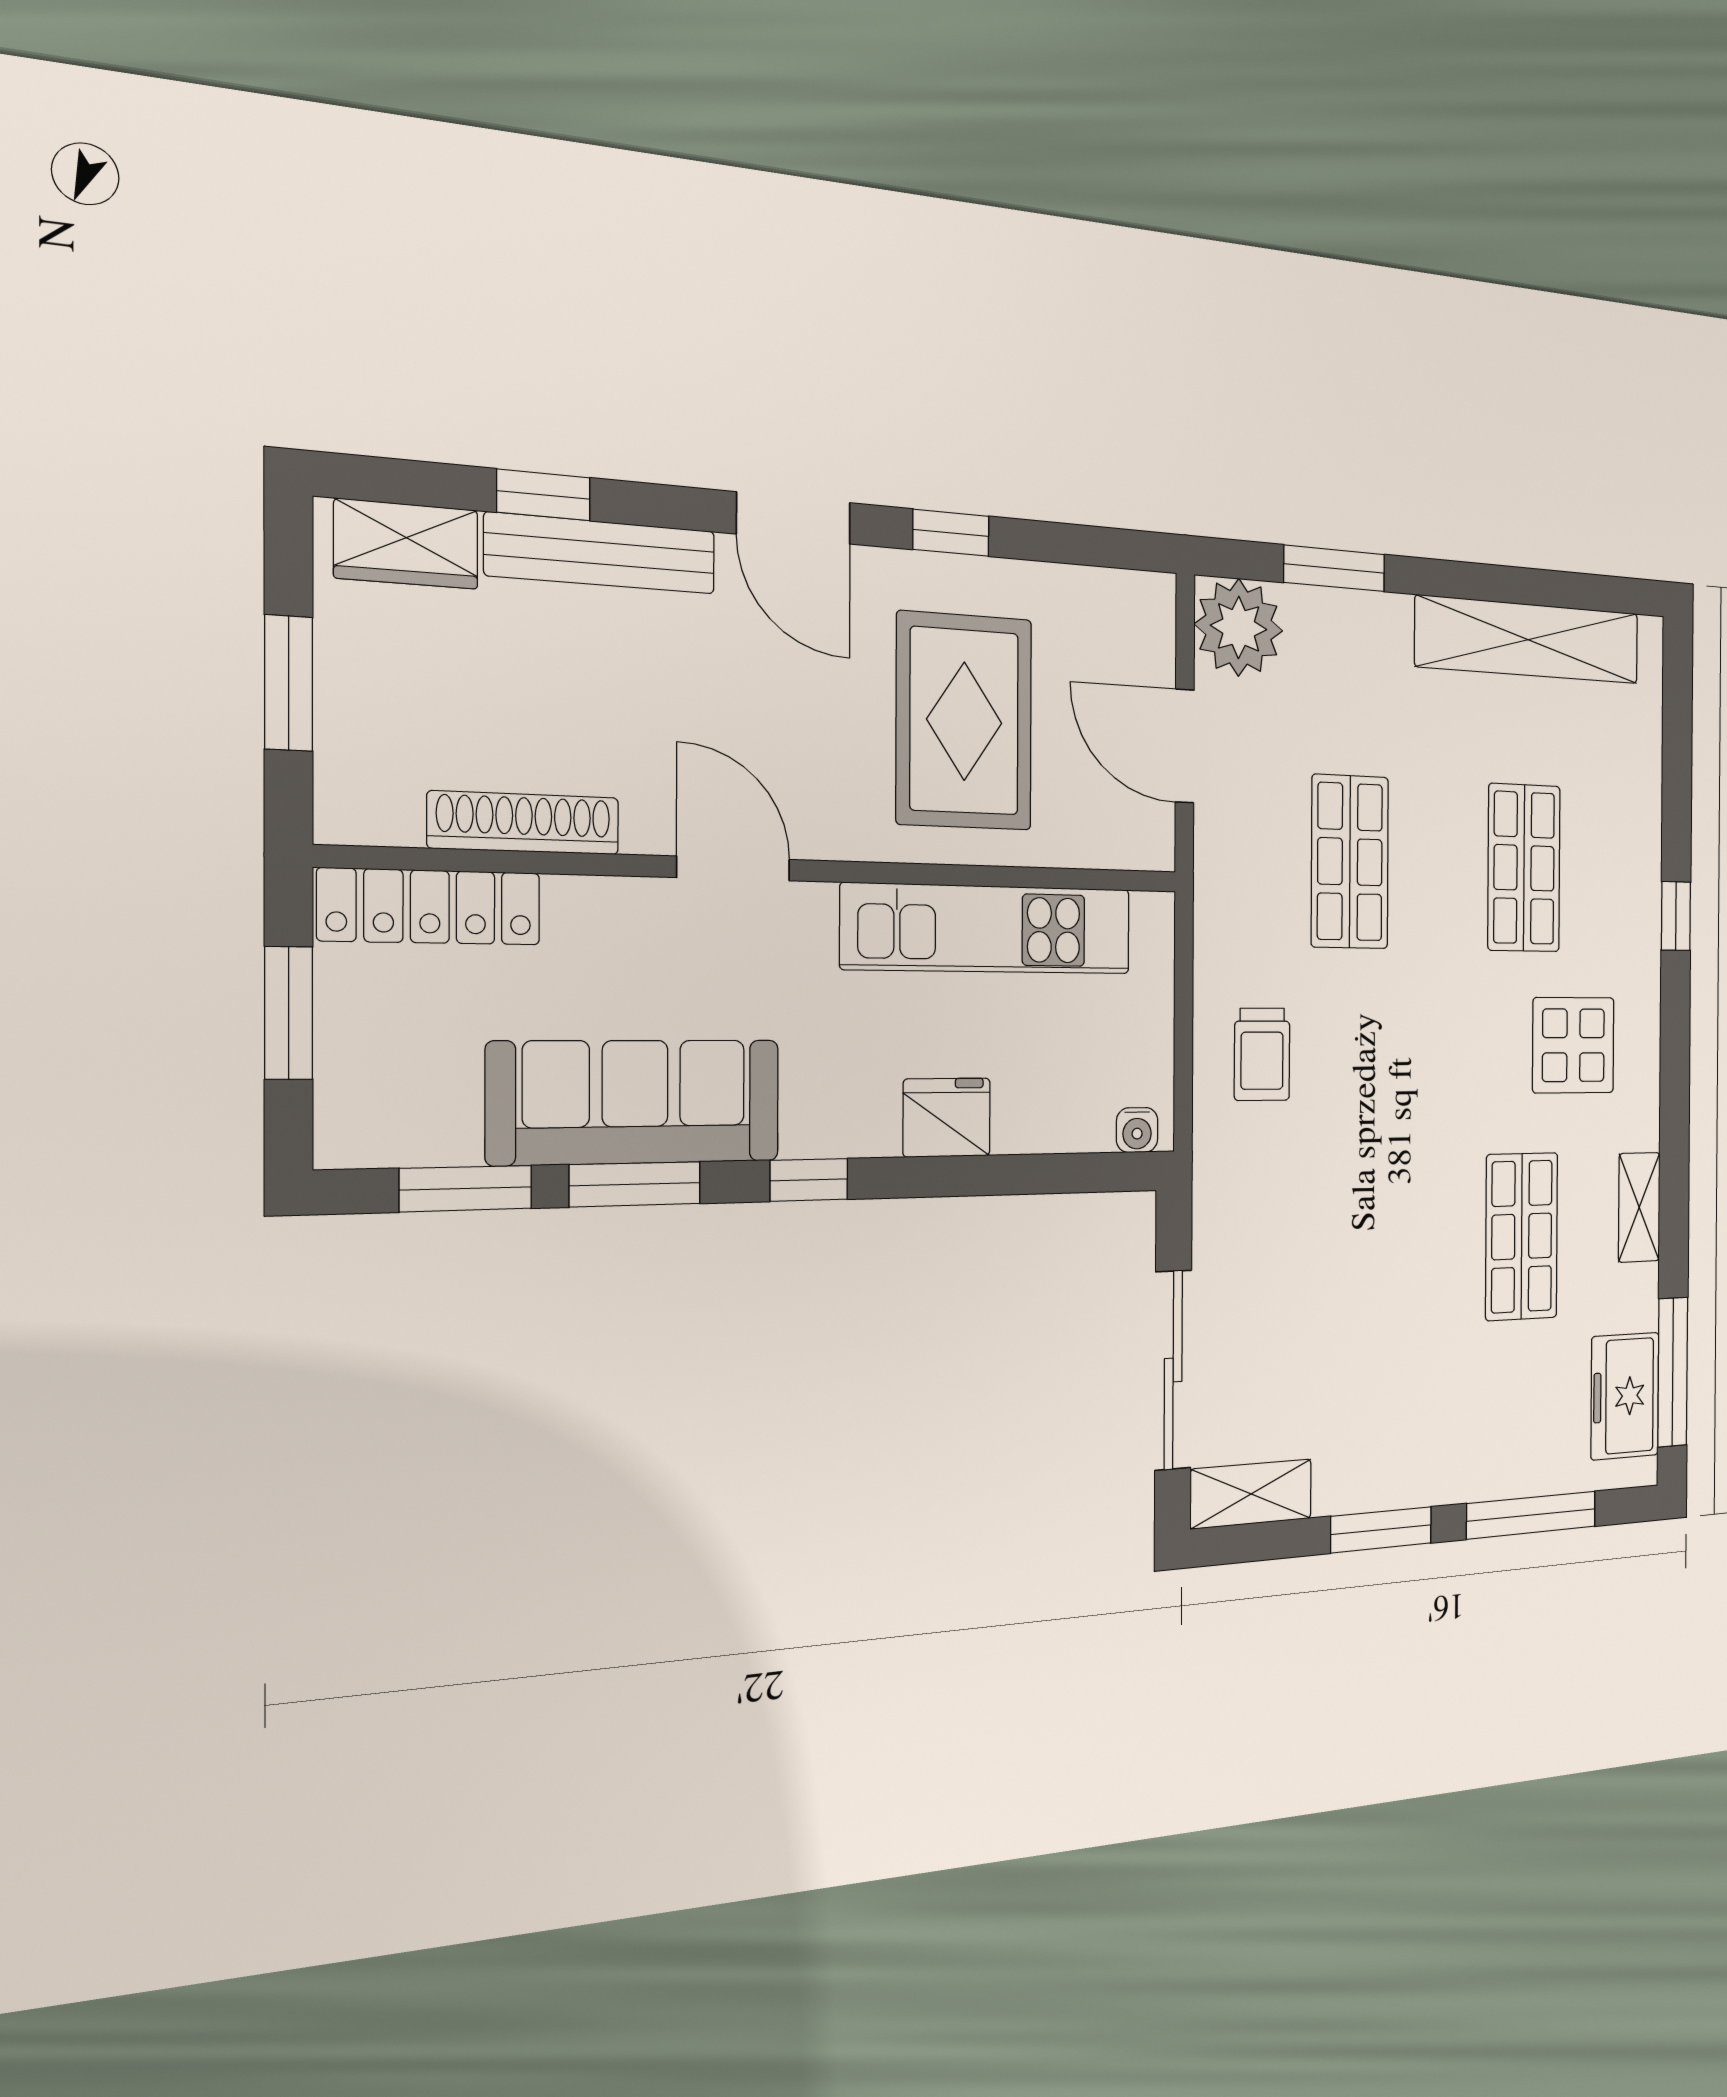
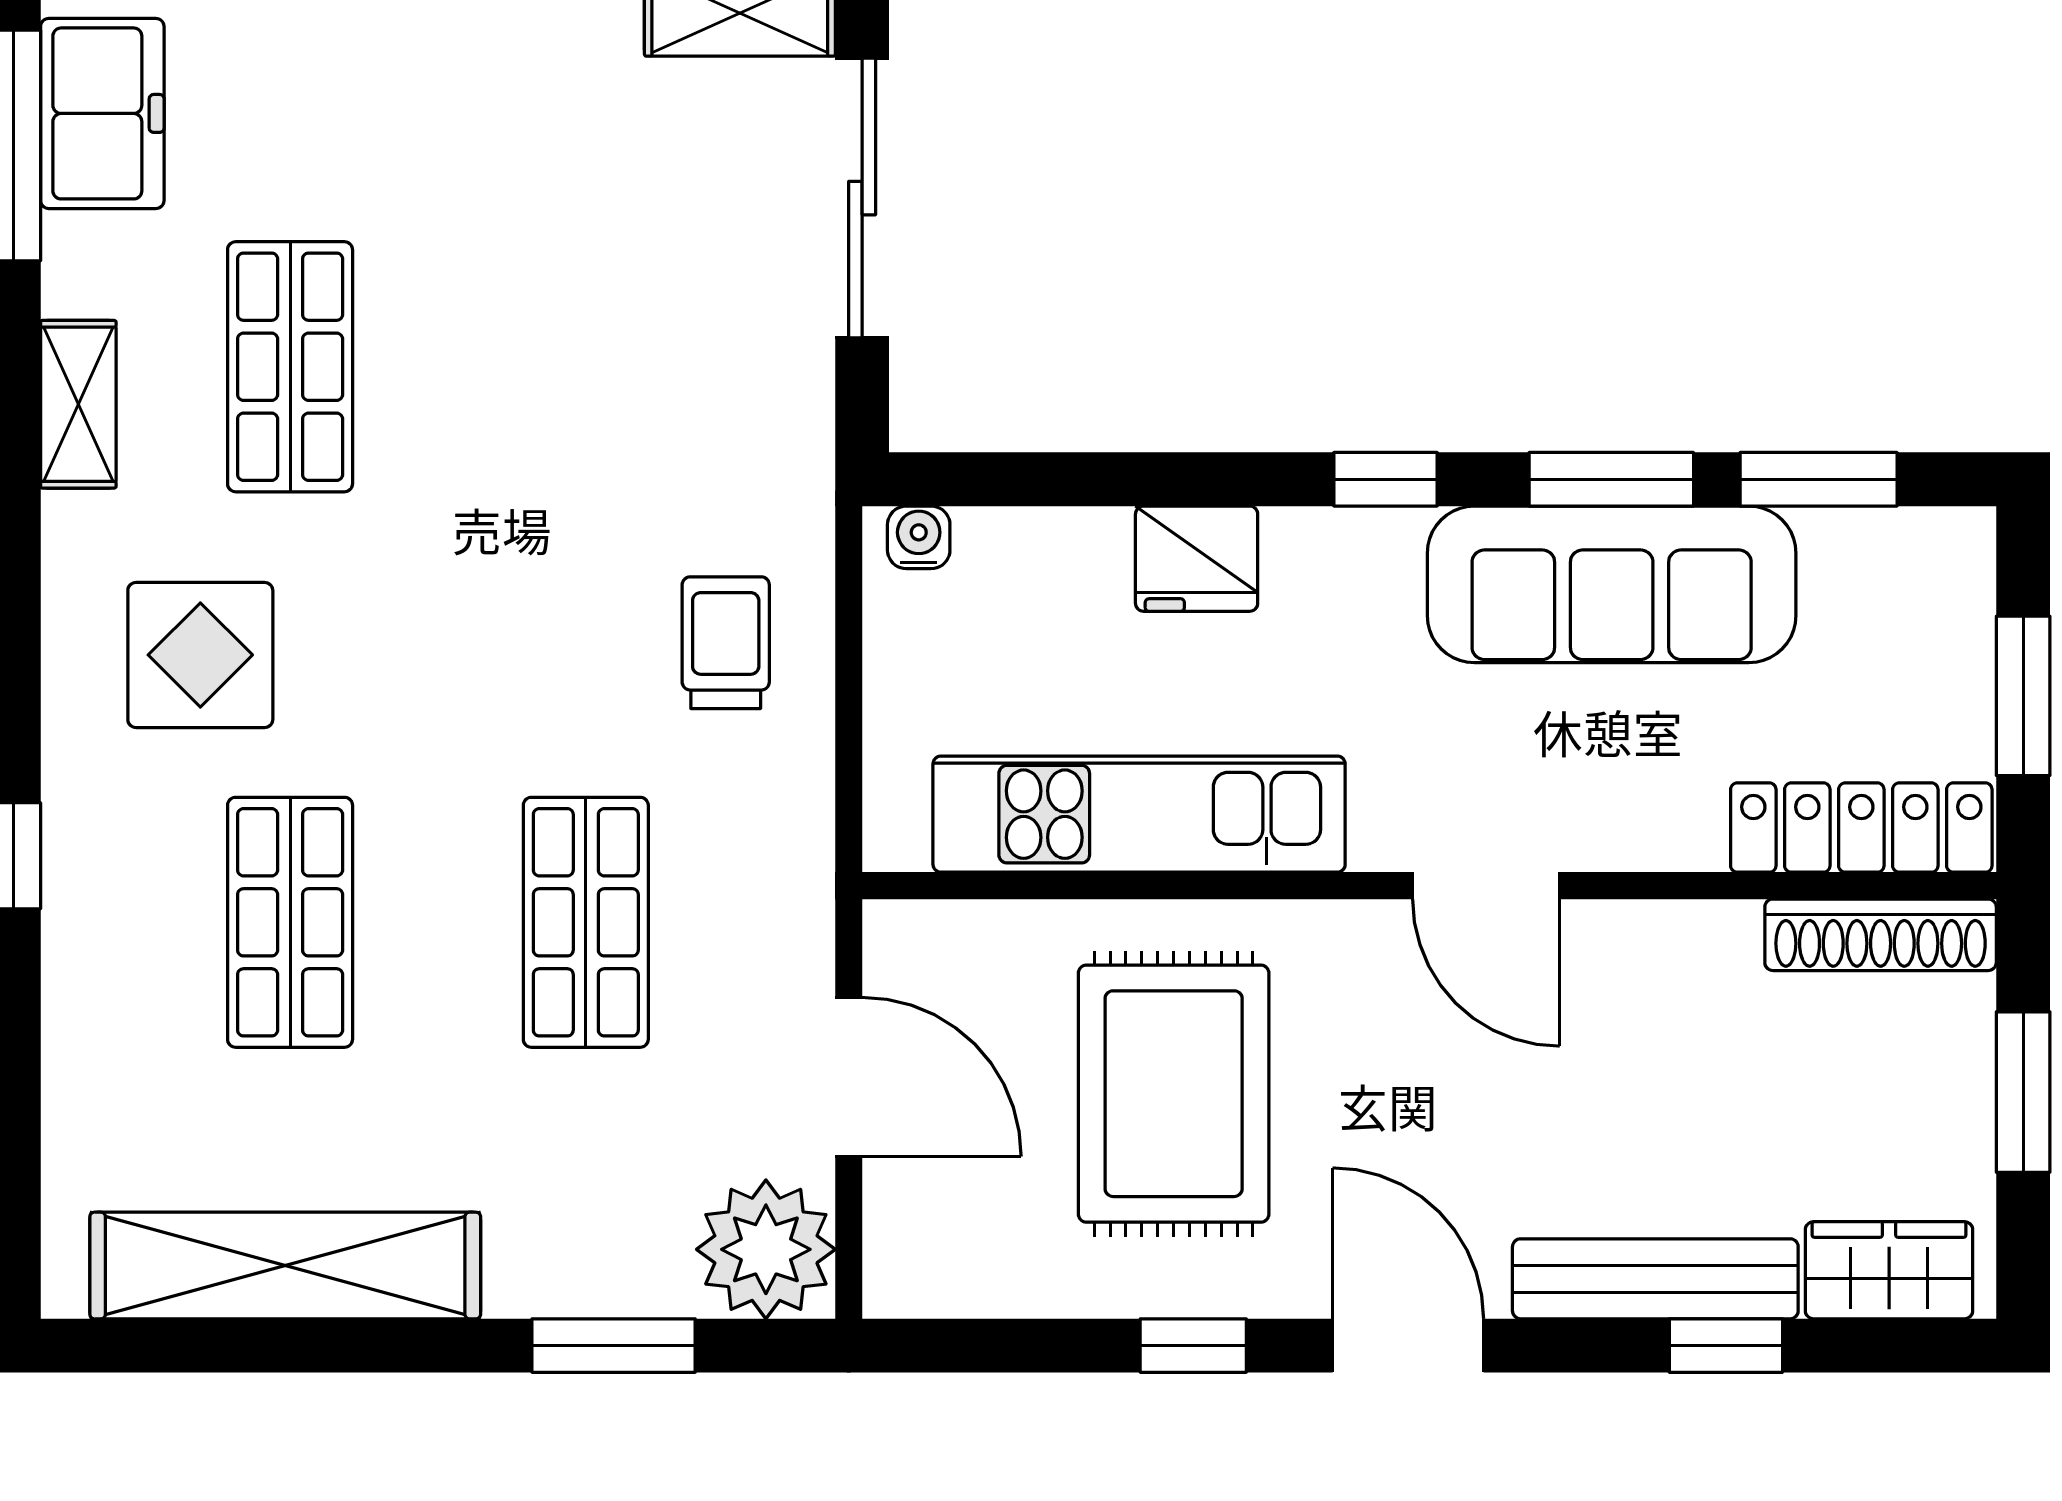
shoe rack: (524, 823) -> (1881, 935), moved

